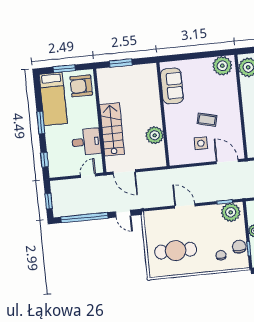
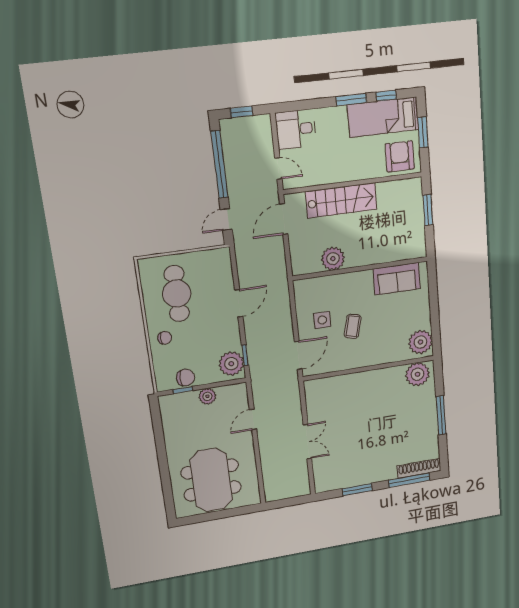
desk: (86, 142) -> (296, 129), moved, turned 90
window: (44, 160) -> (386, 96), moved
chair: (221, 255) -> (165, 338), moved

